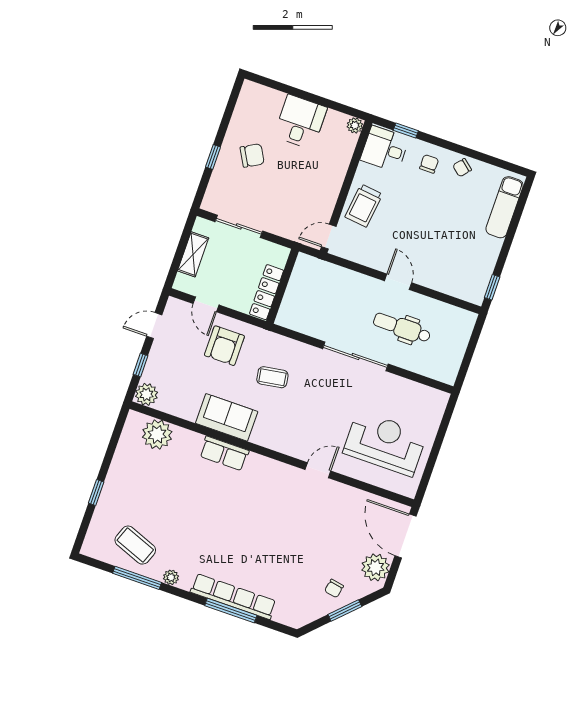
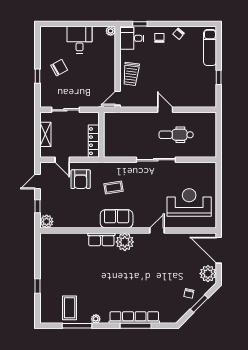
window: (492, 287) -> (219, 77), moved
sofa: (227, 417) -> (117, 219), moved
plant: (157, 434) -> (125, 242), moved
coffee table: (135, 545) -> (70, 308), turned 69

